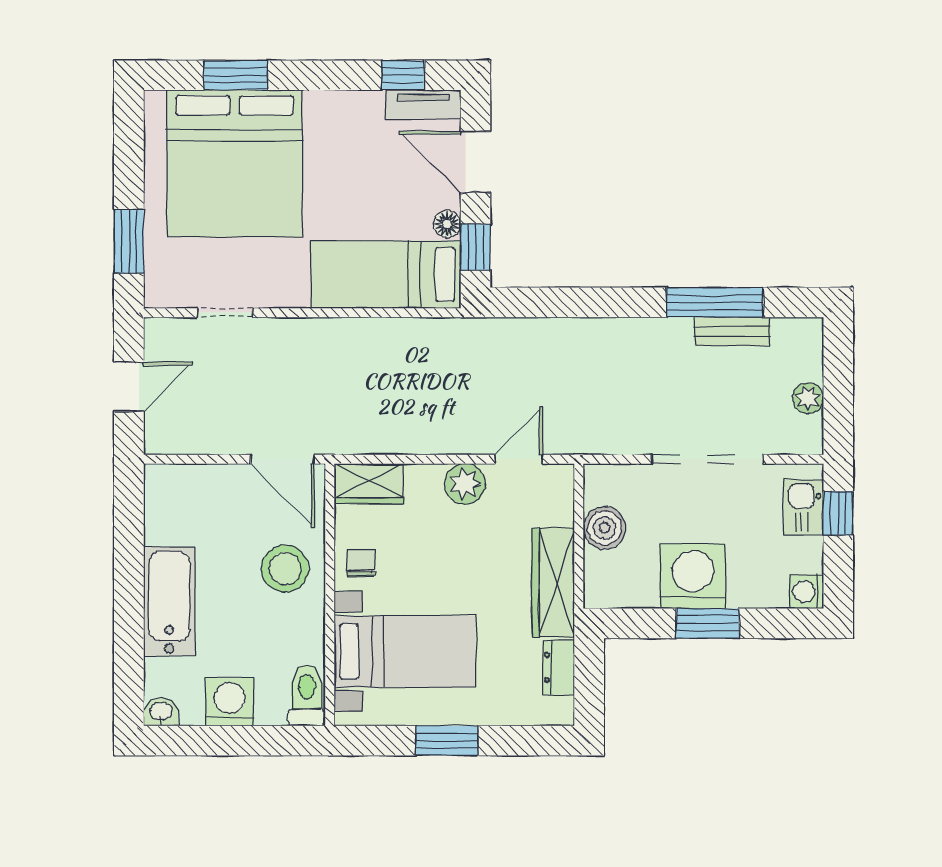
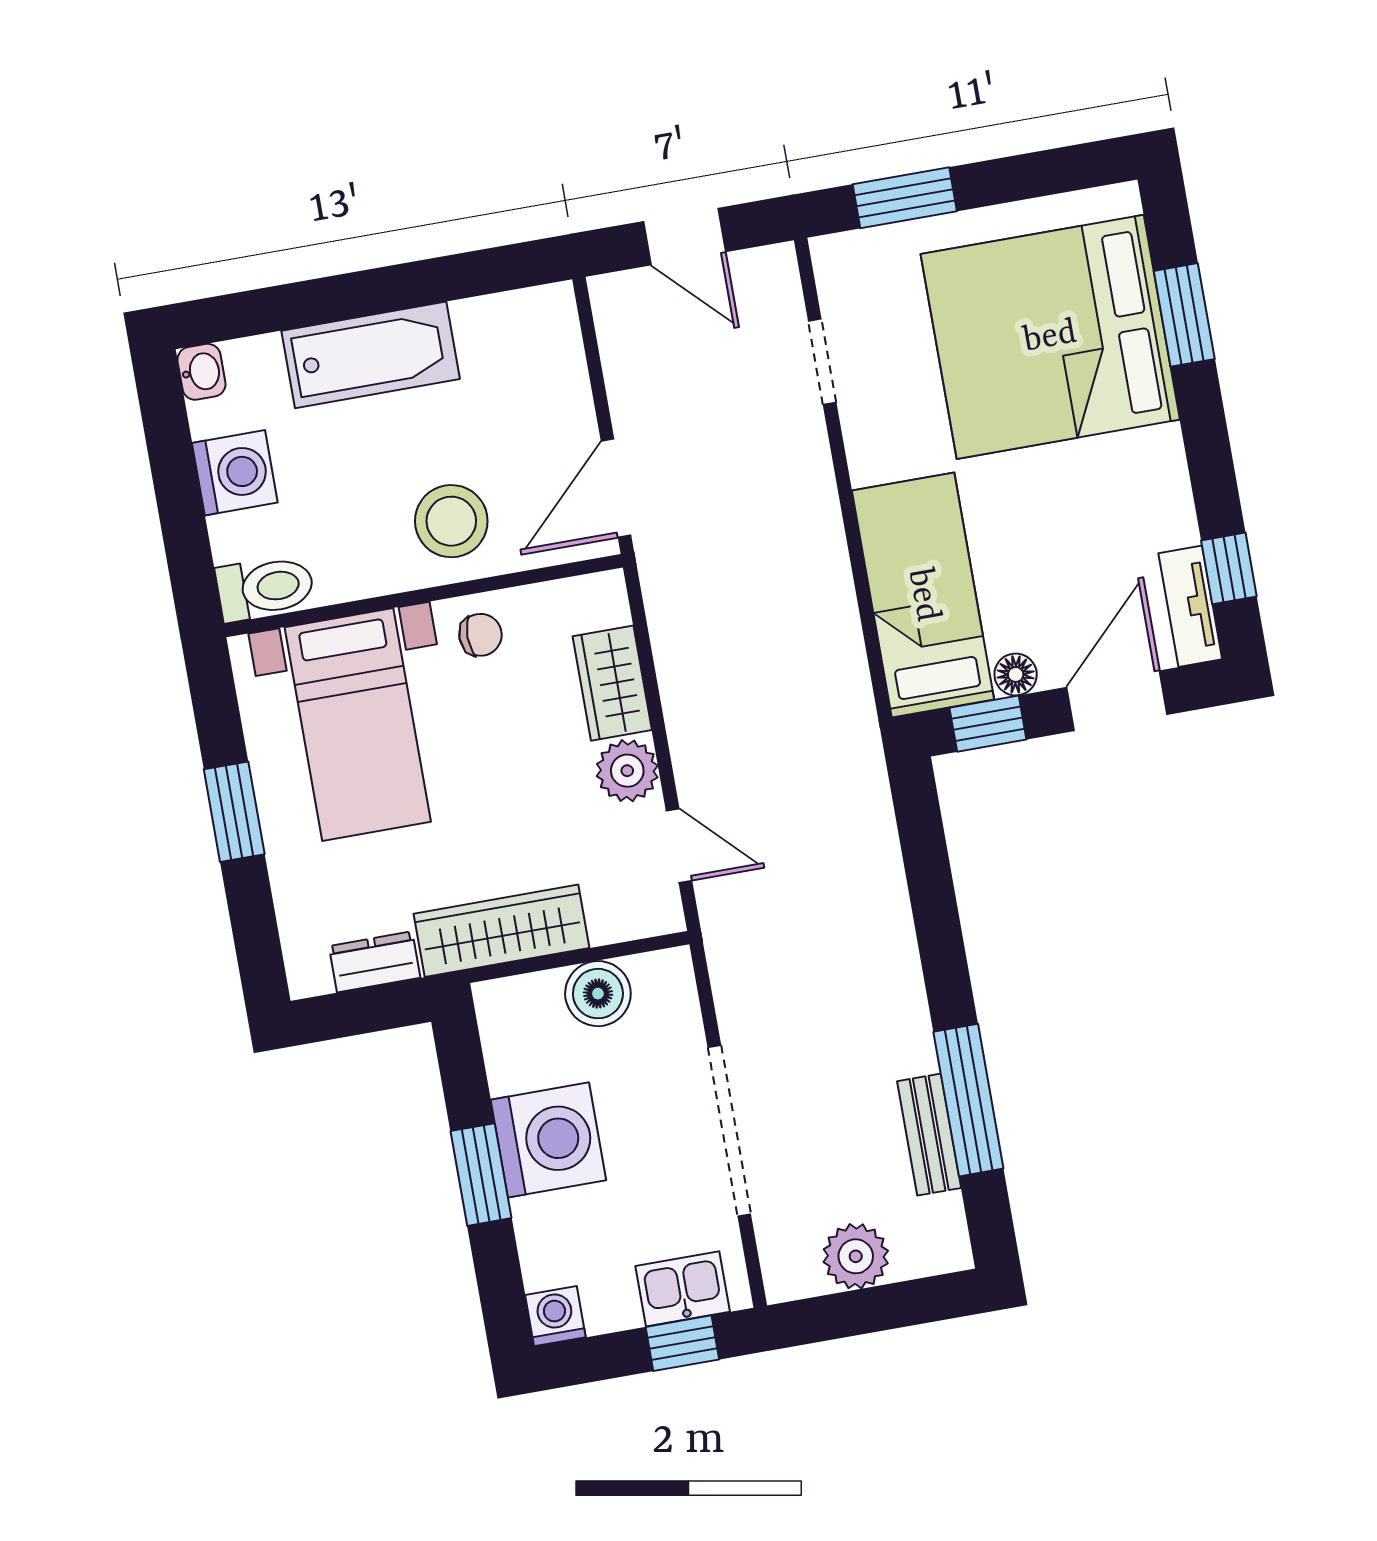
plant: (808, 398) -> (856, 1256), width x1.38, depth x1.38
wardrobe: (369, 484) -> (612, 683), moved

